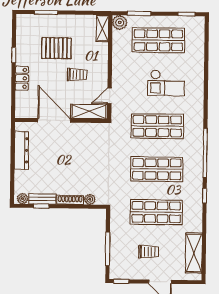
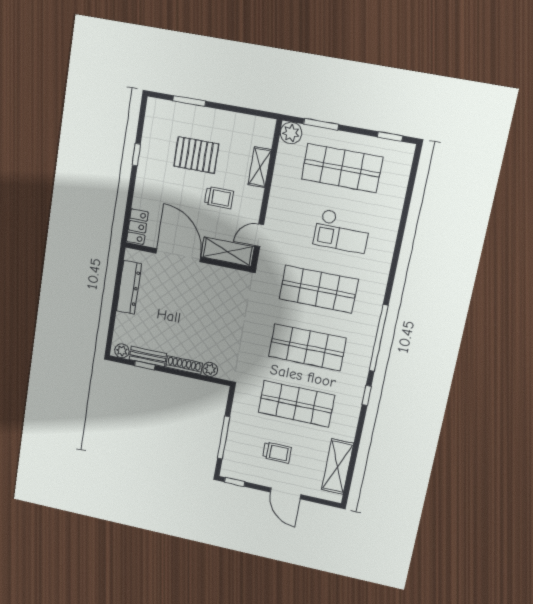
shelving: (102, 28) -> (260, 167), moved
locker: (22, 78) -> (137, 227), moved

